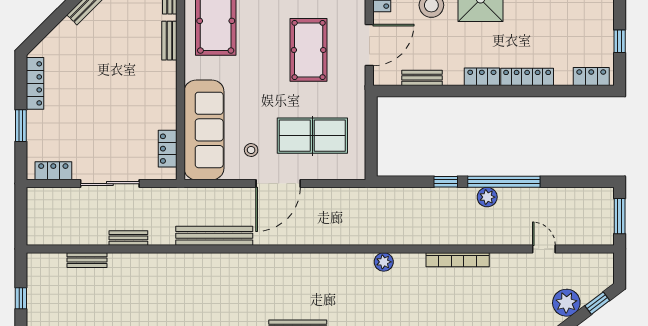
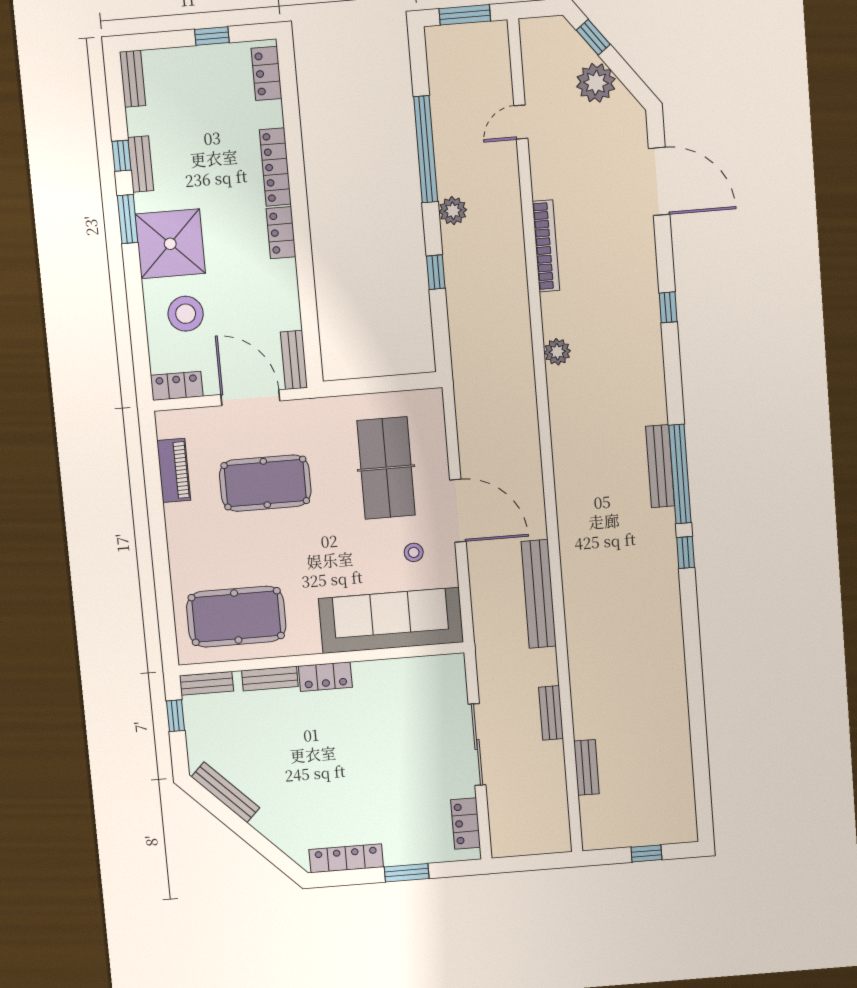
bench: (422, 78) -> (294, 360), moved
locker: (168, 149) -> (325, 677), moved
window: (504, 182) -> (426, 149), moved

